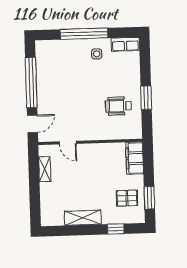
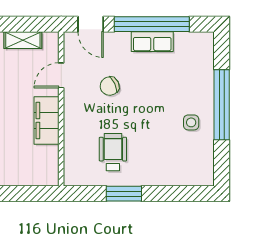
row of seats: (125, 44) -> (152, 42), moved, turned -90
chair: (74, 110) -> (110, 86), added
filing cabinet: (135, 158) -> (47, 120), moved, turned -90

